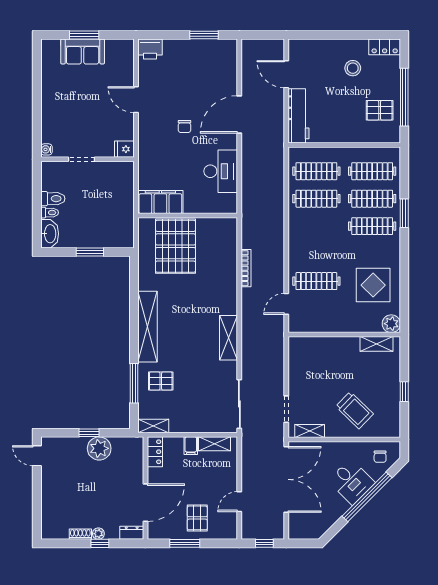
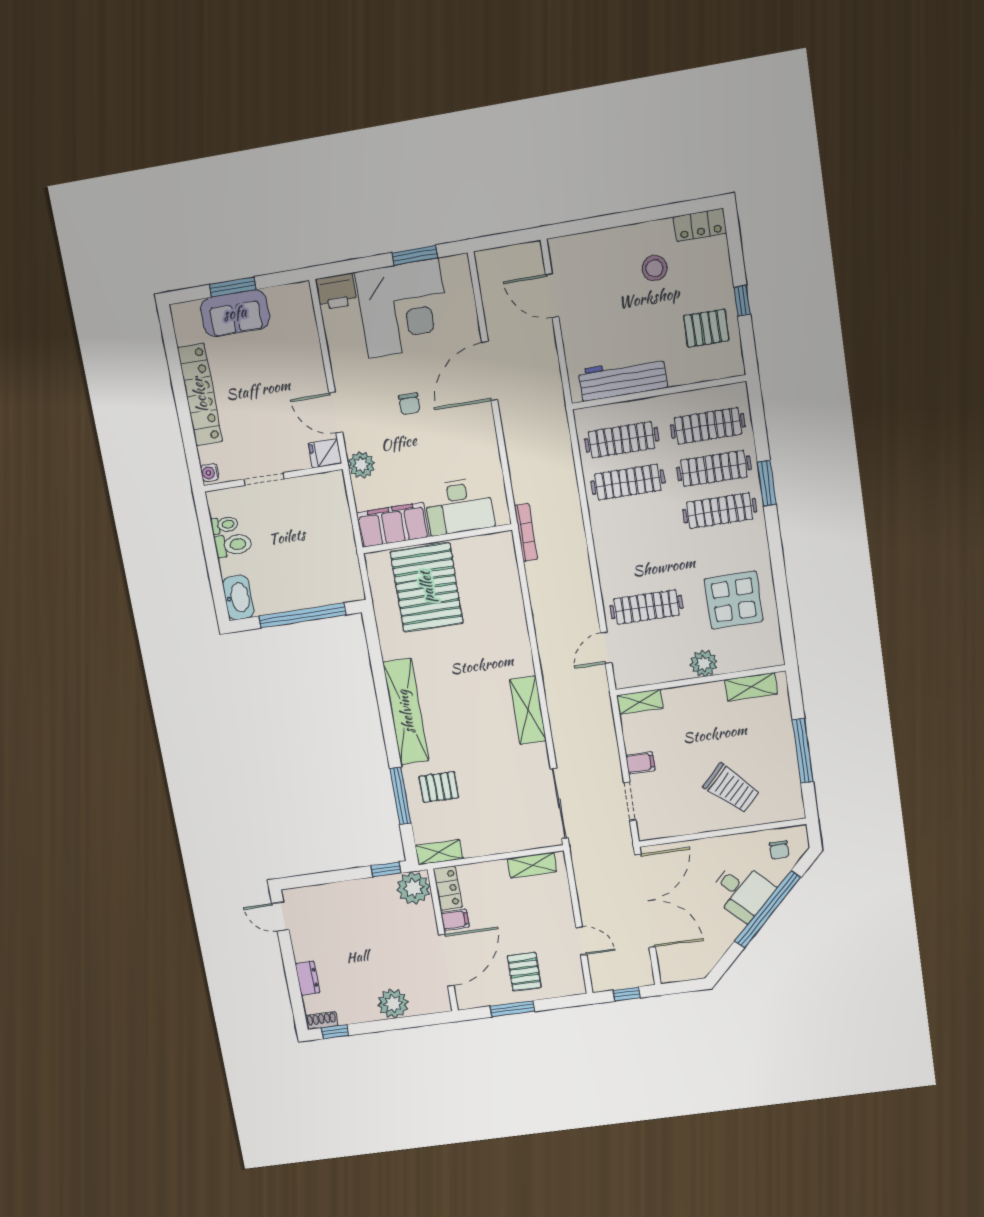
corner desk: (191, 66) -> (403, 308), added
window: (404, 97) -> (742, 301), width x0.32
locker: (50, 99) -> (200, 395), added
door: (136, 100) -> (336, 413), moved
workbench: (298, 116) -> (623, 379), moved, turned -90
plant: (147, 160) -> (362, 465), added
desk: (221, 171) -> (459, 506), moved, turned 90
toilet: (50, 213) -> (224, 525), moved
window: (90, 252) -> (302, 616), width x2.11
bookcase: (246, 268) -> (526, 533), moved
plant: (391, 324) -> (704, 663), moved
filing cabinet: (297, 384) -> (640, 763), added
window: (404, 392) -> (803, 751), width x2.17
shelving: (310, 431) -> (640, 702), moved
window: (89, 433) -> (386, 869), moved
filing cabinet: (191, 446) -> (455, 920), moved, turned -90
plant: (99, 448) -> (414, 888), moved
door: (239, 502) -> (581, 941), swing flipped
dresser: (132, 533) -> (307, 978), moved, turned 90
shoe rack: (80, 534) -> (322, 1021), moved
plant: (98, 534) -> (393, 1004), width x1.88, depth x1.88
window: (100, 543) -> (335, 1032), moved

